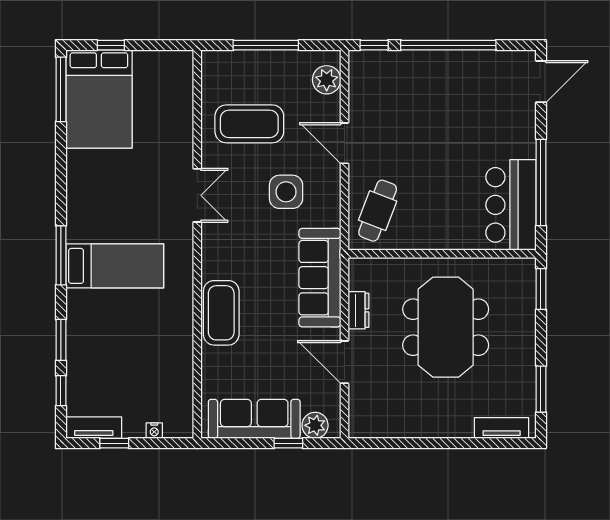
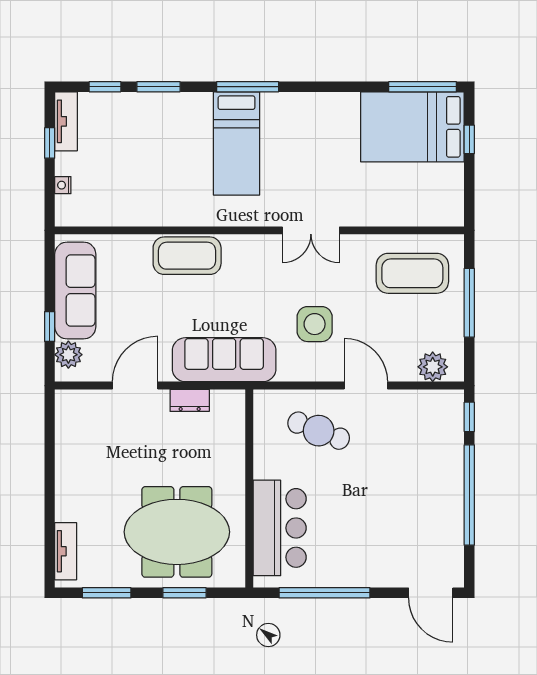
coffee table: (249, 124) -> (412, 273), moved, turned 90
door: (344, 143) -> (366, 386), hinge flipped
bar counter: (511, 205) -> (280, 528), moved, turned 90
cafe table: (378, 211) -> (319, 431), moved
window: (541, 289) -> (185, 593), moved
meeting table: (446, 327) -> (177, 532), moved

